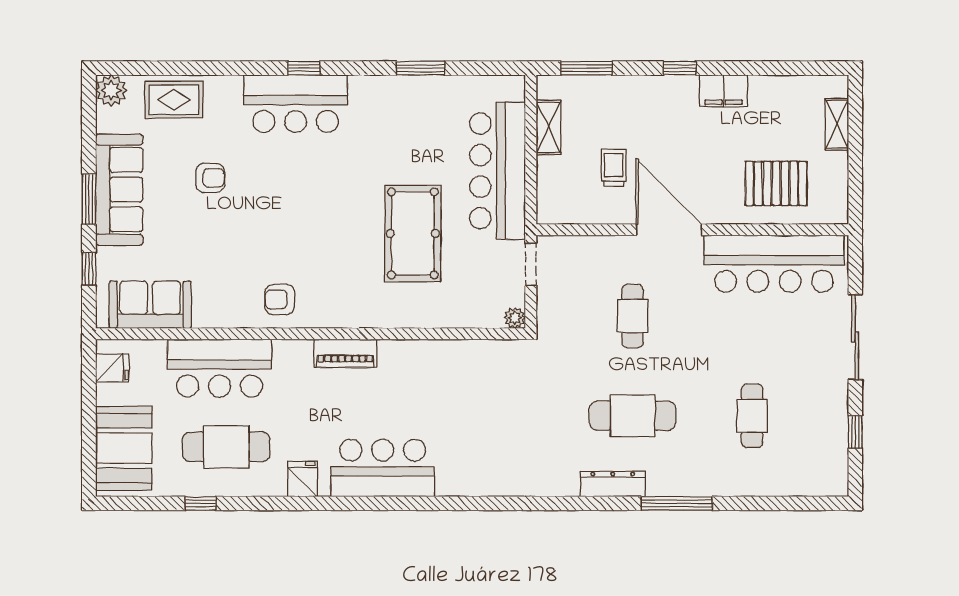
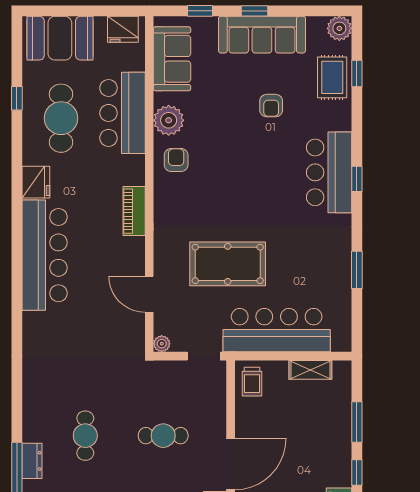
window: (169, 68) -> (357, 74), added
window: (586, 68) -> (357, 422), moved
trolley: (614, 168) -> (252, 382), moved, turned 90
window: (89, 199) -> (255, 11), width x0.67
plant: (229, 309) -> (169, 120), added
door: (452, 334) -> (149, 294), added
fridge: (112, 368) -> (123, 29), width x1.38
cafe table: (633, 416) -> (85, 436), width x0.73, depth x0.74
bar counter: (383, 468) -> (45, 255), width x1.36
fridge: (302, 479) -> (36, 182), width x1.38
dresser: (613, 484) -> (32, 461), moved, width x0.70

